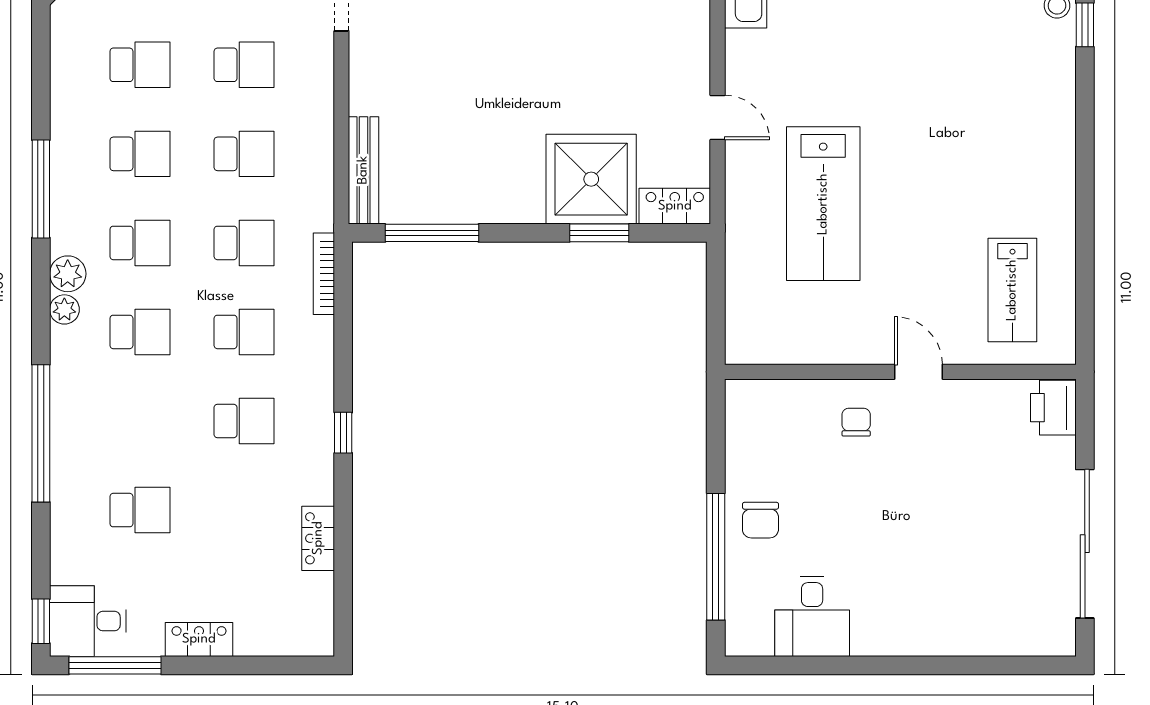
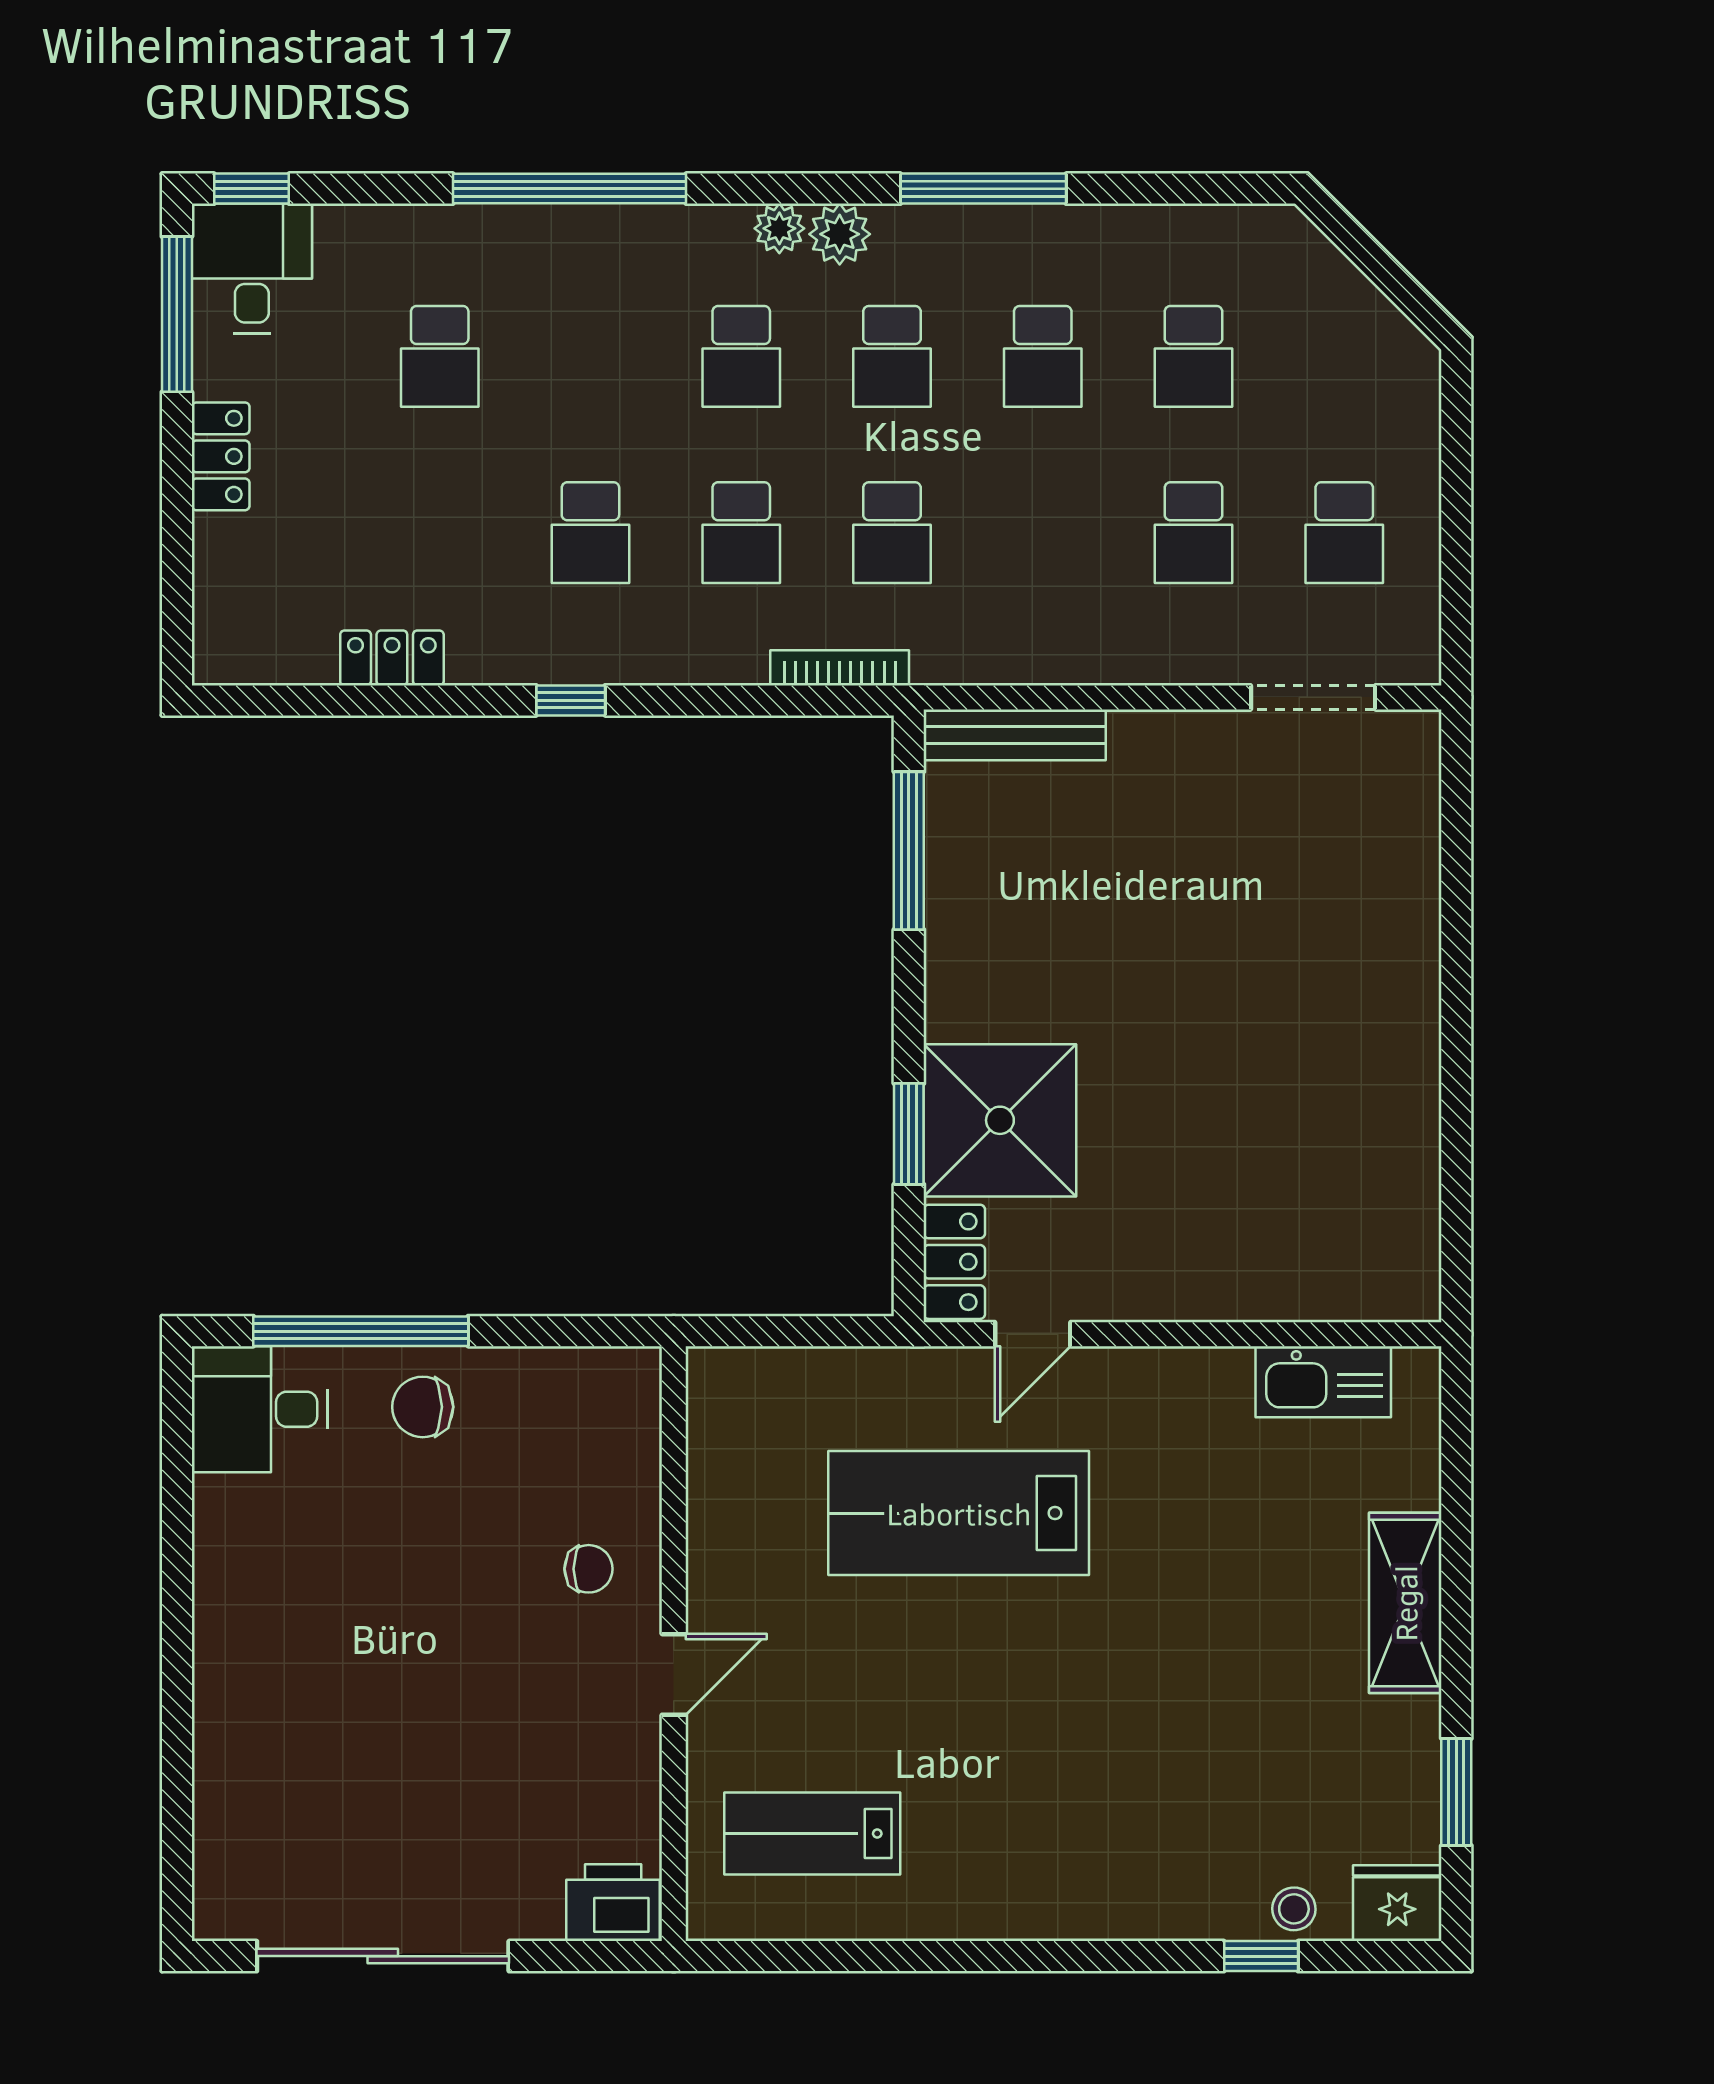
door: (718, 117) -> (1033, 1334), moved
school desk: (244, 154) -> (1043, 533), removed
desk: (812, 616) -> (260, 1409), moved

